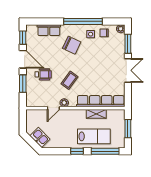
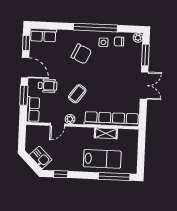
row of seats: (49, 30) -> (43, 35), moved
row of seats: (31, 96) -> (33, 109), added
window: (128, 129) -> (141, 152), removed
window: (77, 151) -> (61, 174), moved

